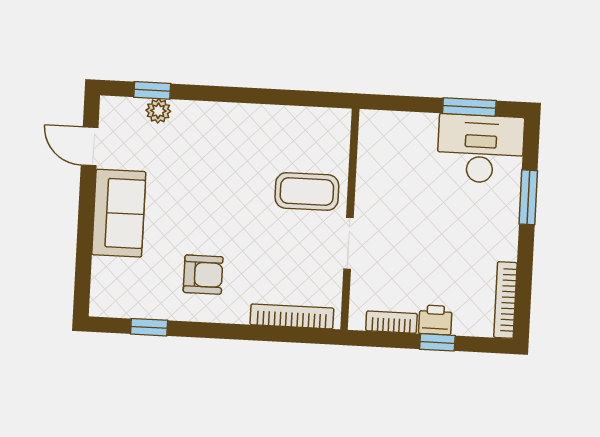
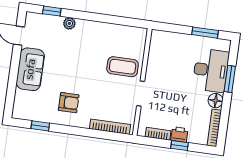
plant: (158, 111) -> (69, 23), moved
desk: (480, 149) -> (211, 70), moved, turned 90
floor lamp: (503, 244) -> (216, 101), added

